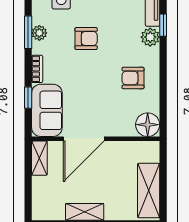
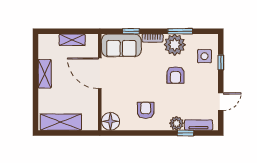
plant: (39, 33) -> (175, 45), width x1.87, depth x1.87
shelving: (39, 158) -> (72, 40), moved

